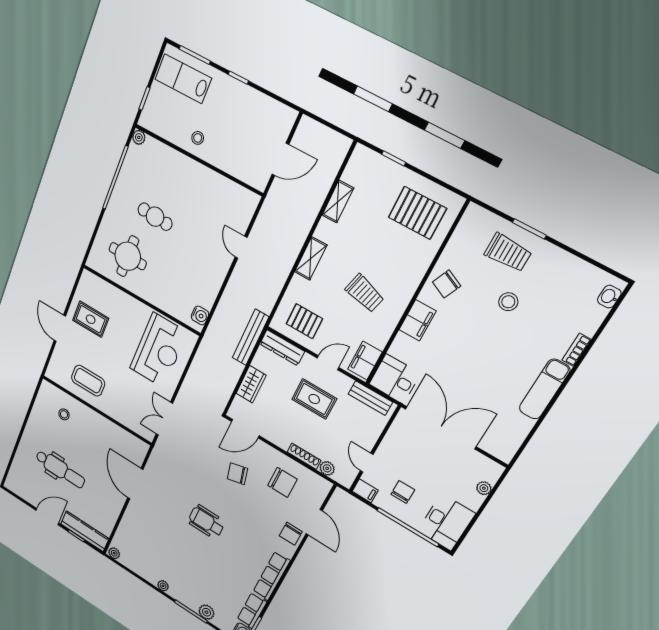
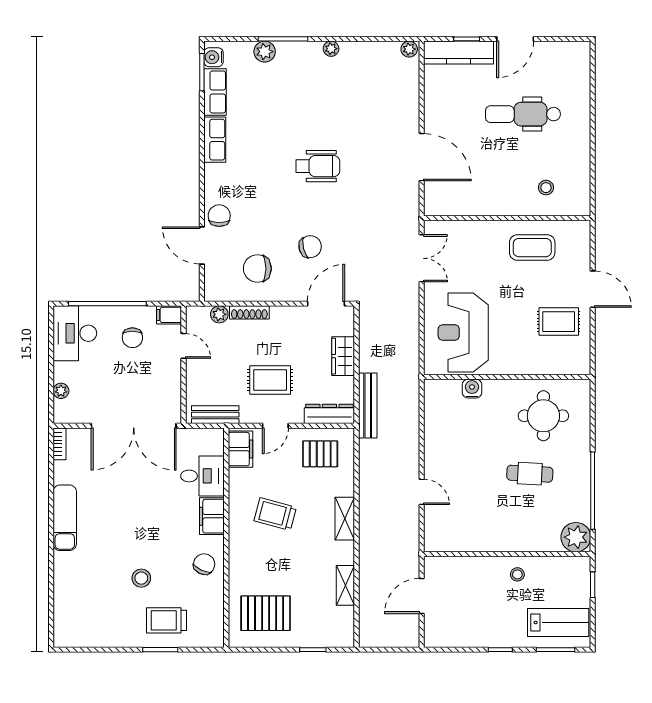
plant: (139, 137) -> (576, 537), width x1.88, depth x1.88
washbasin: (609, 297) -> (61, 628), removed
water cooler: (200, 315) -> (472, 389), moved, turned 90
bookcase: (577, 350) -> (60, 444), moved
desk: (395, 379) -> (203, 476), moved
row of seats: (271, 576) -> (215, 140), width x0.68

